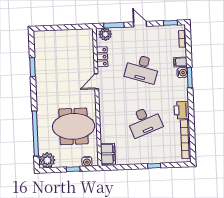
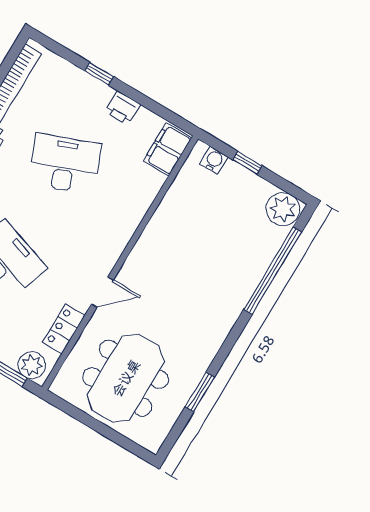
meeting table: (74, 126) -> (126, 378), moved, turned 90
printer: (136, 158) -> (123, 108), added

